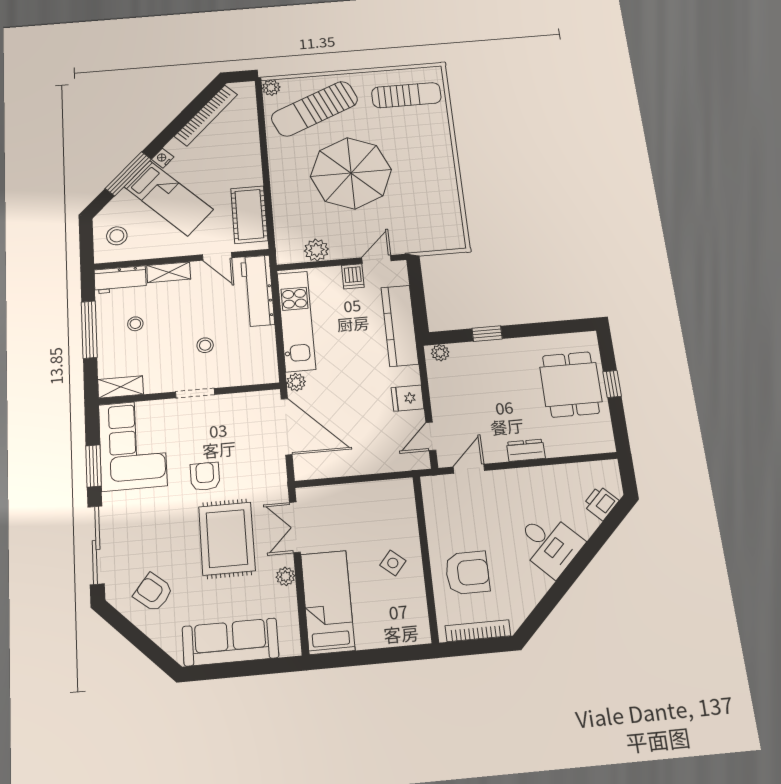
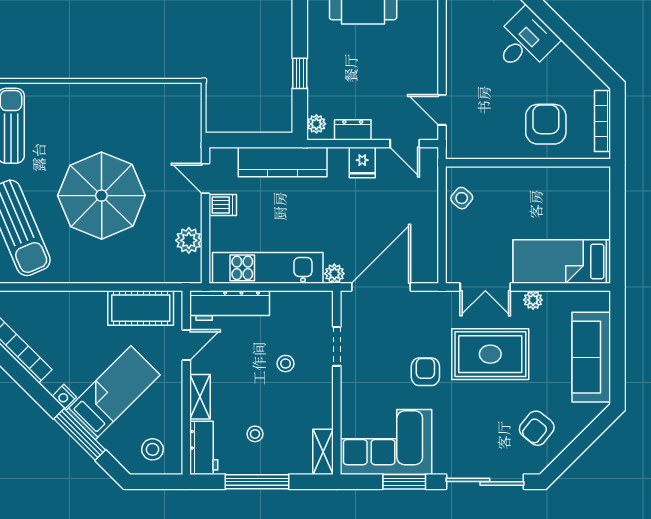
doorway: (195, 393) -> (337, 346), moved
dresser: (526, 450) -> (353, 130), moved, turned 90
armchair: (205, 476) -> (425, 372), turned 90
side table: (393, 563) -> (462, 198), moved

